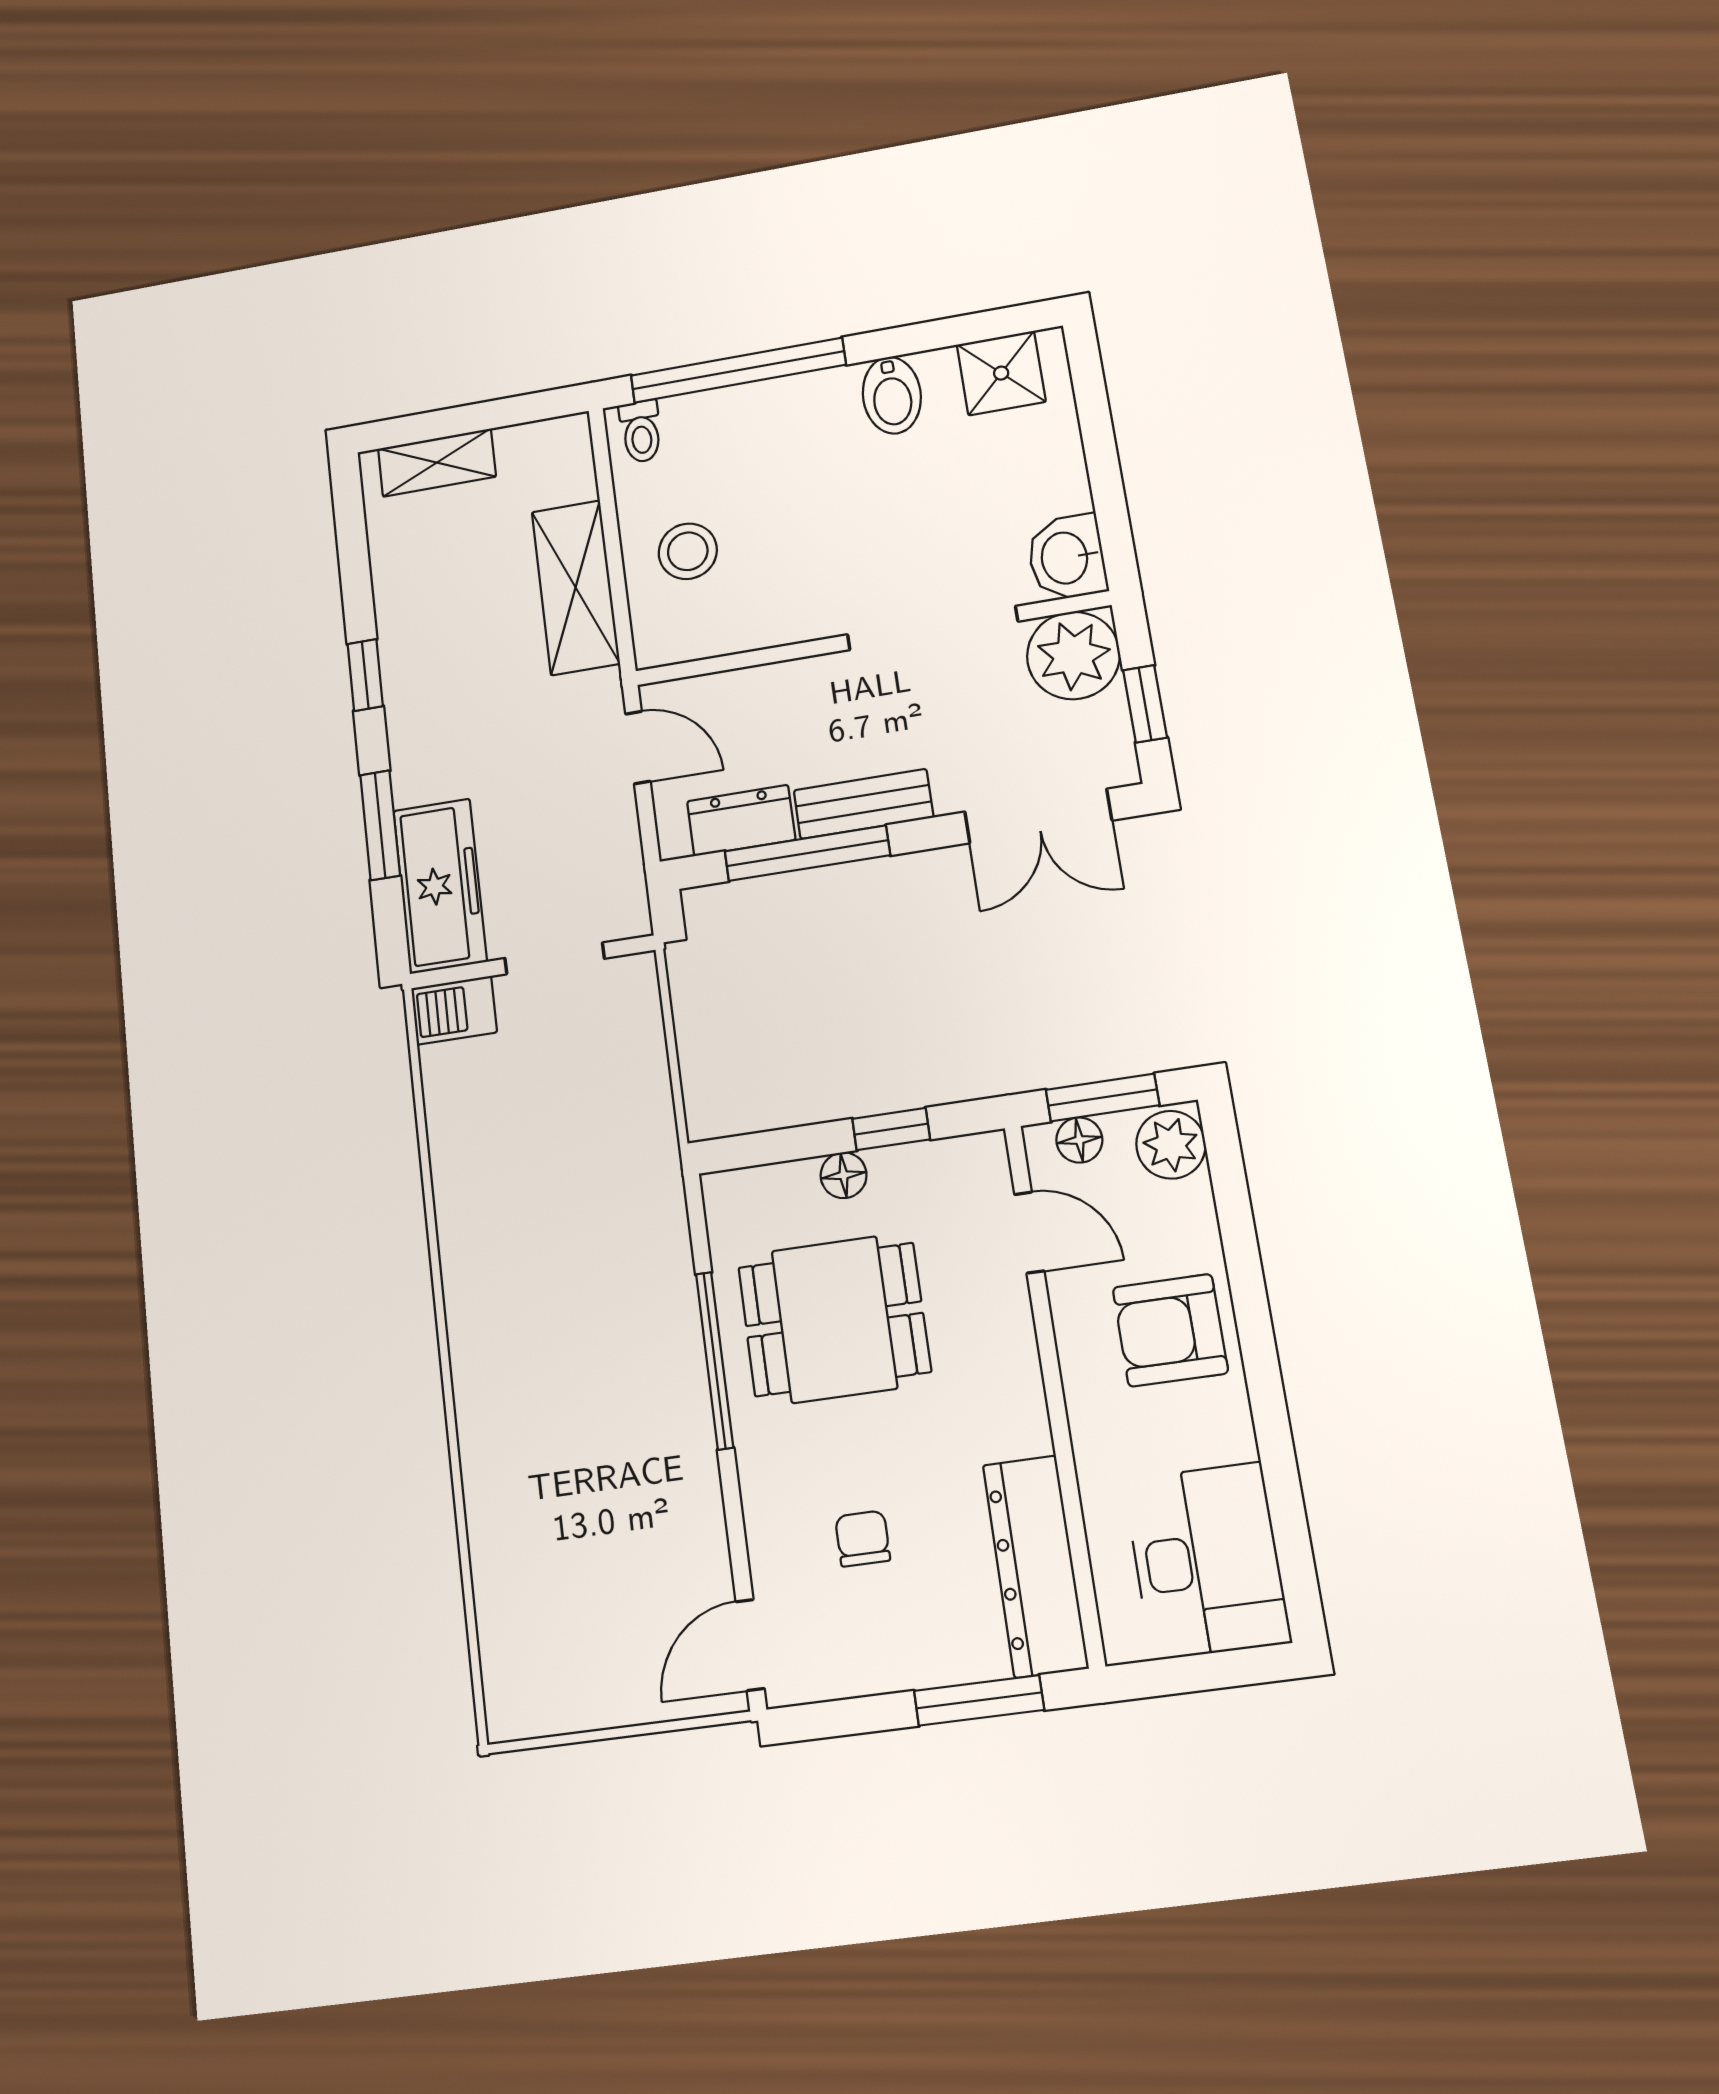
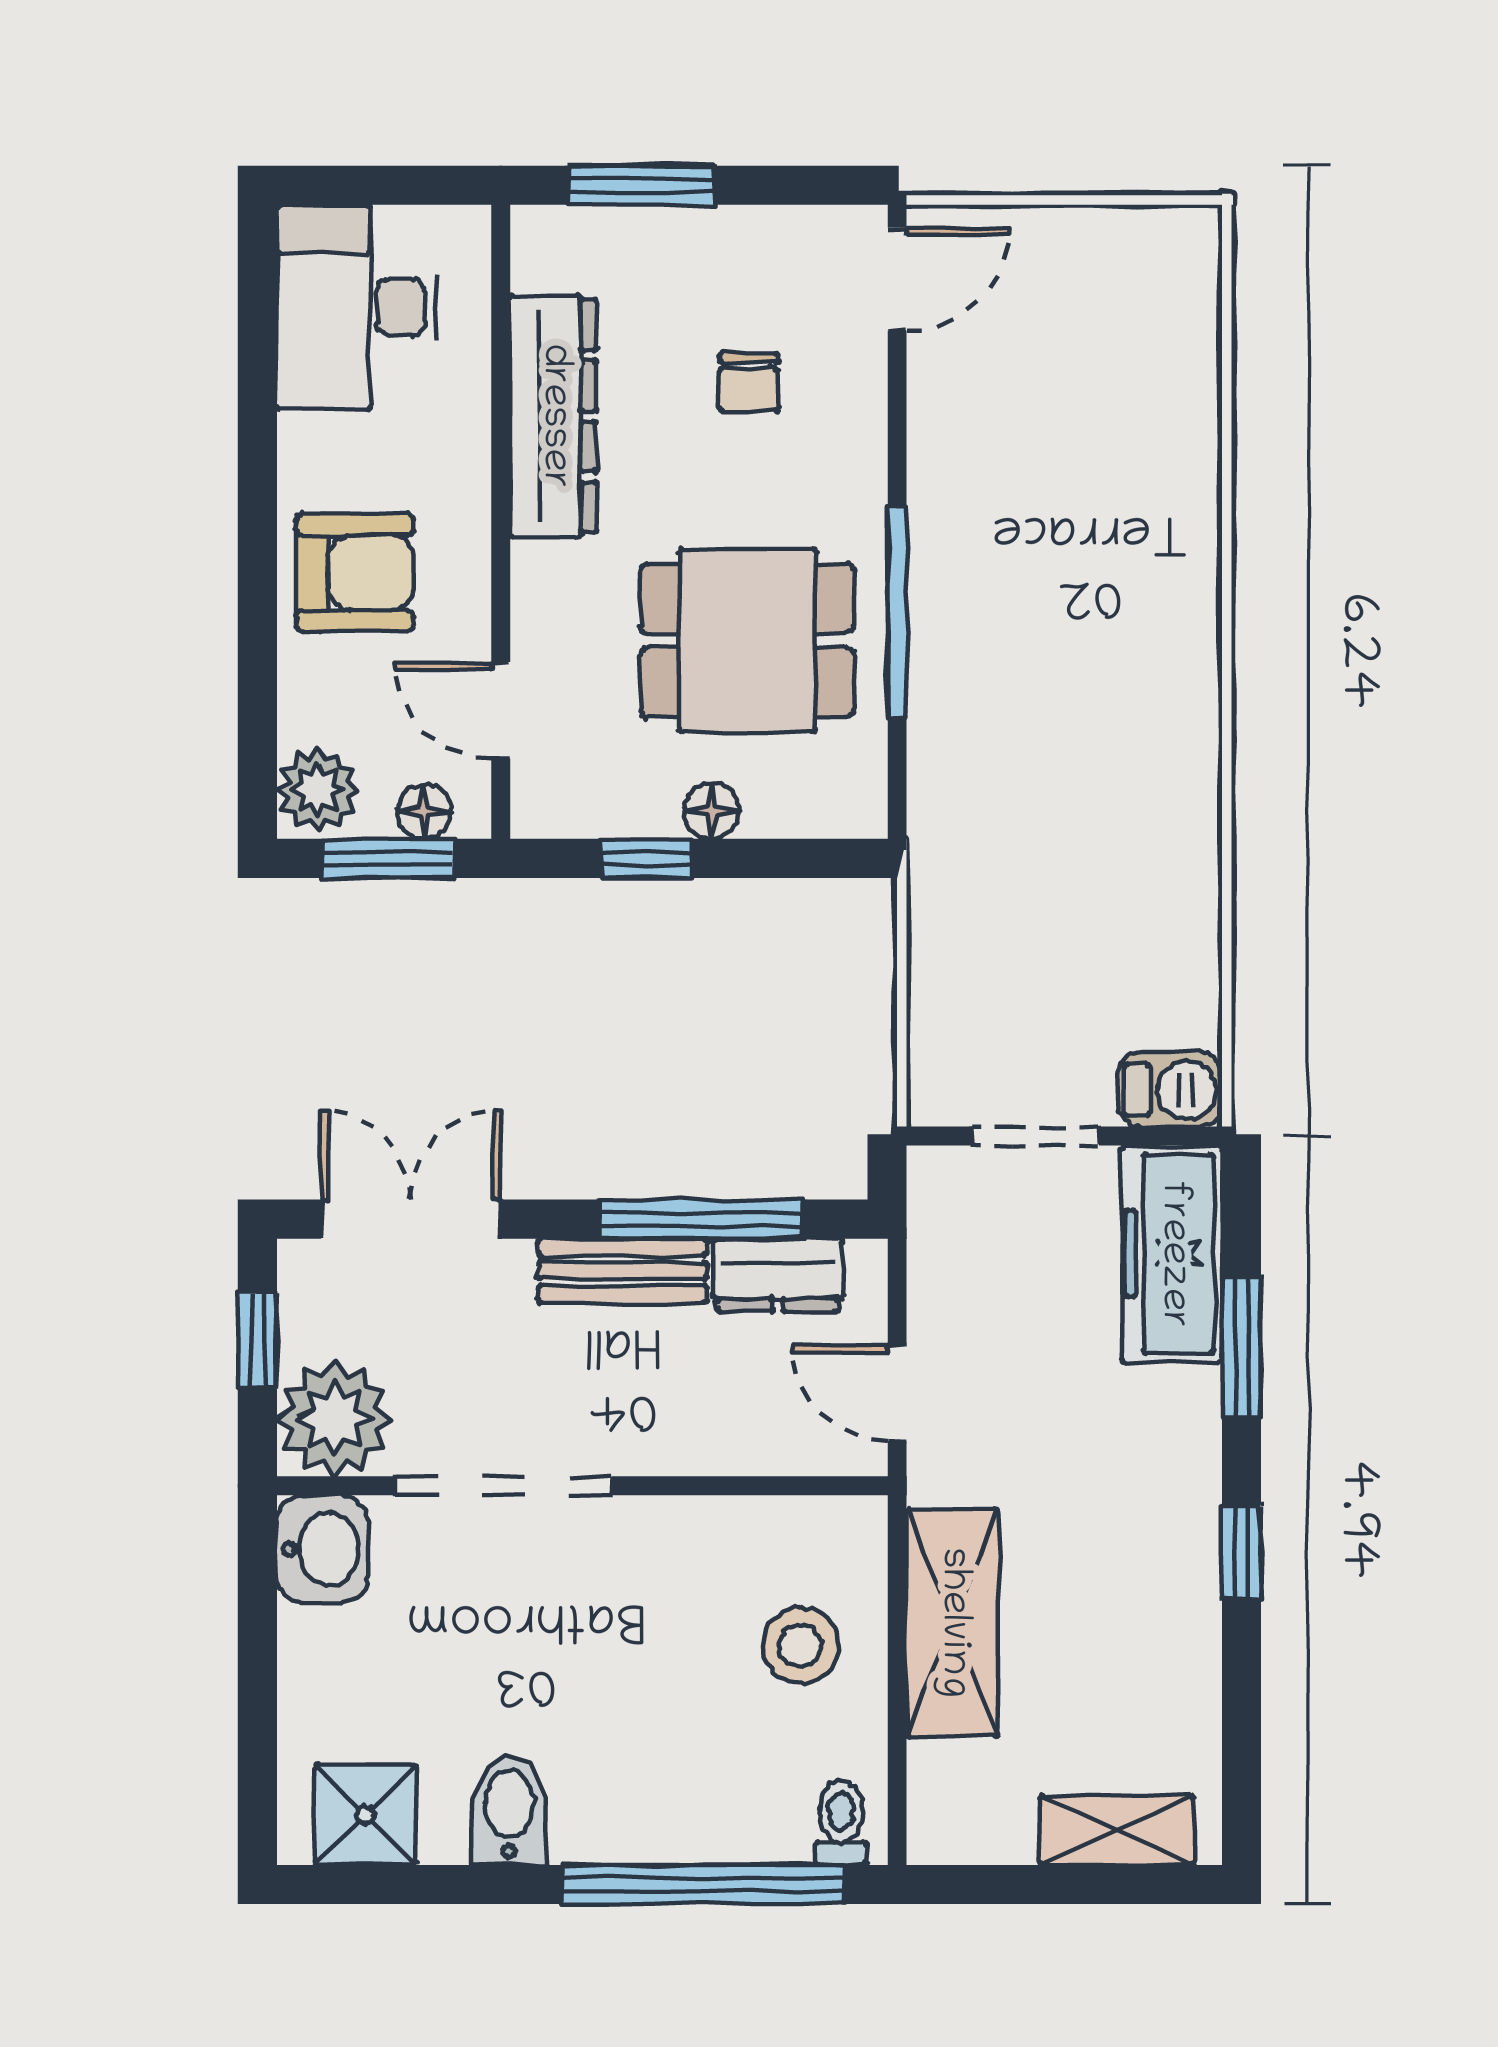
dresser: (1035, 1566) -> (553, 416), moved

